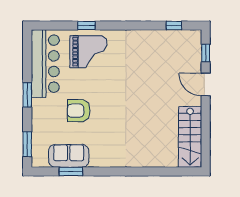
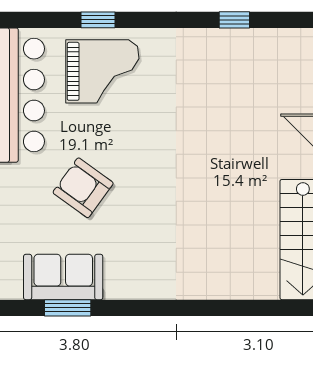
window: (174, 26) -> (234, 20), moved
armchair: (79, 111) -> (83, 188), turned 36

